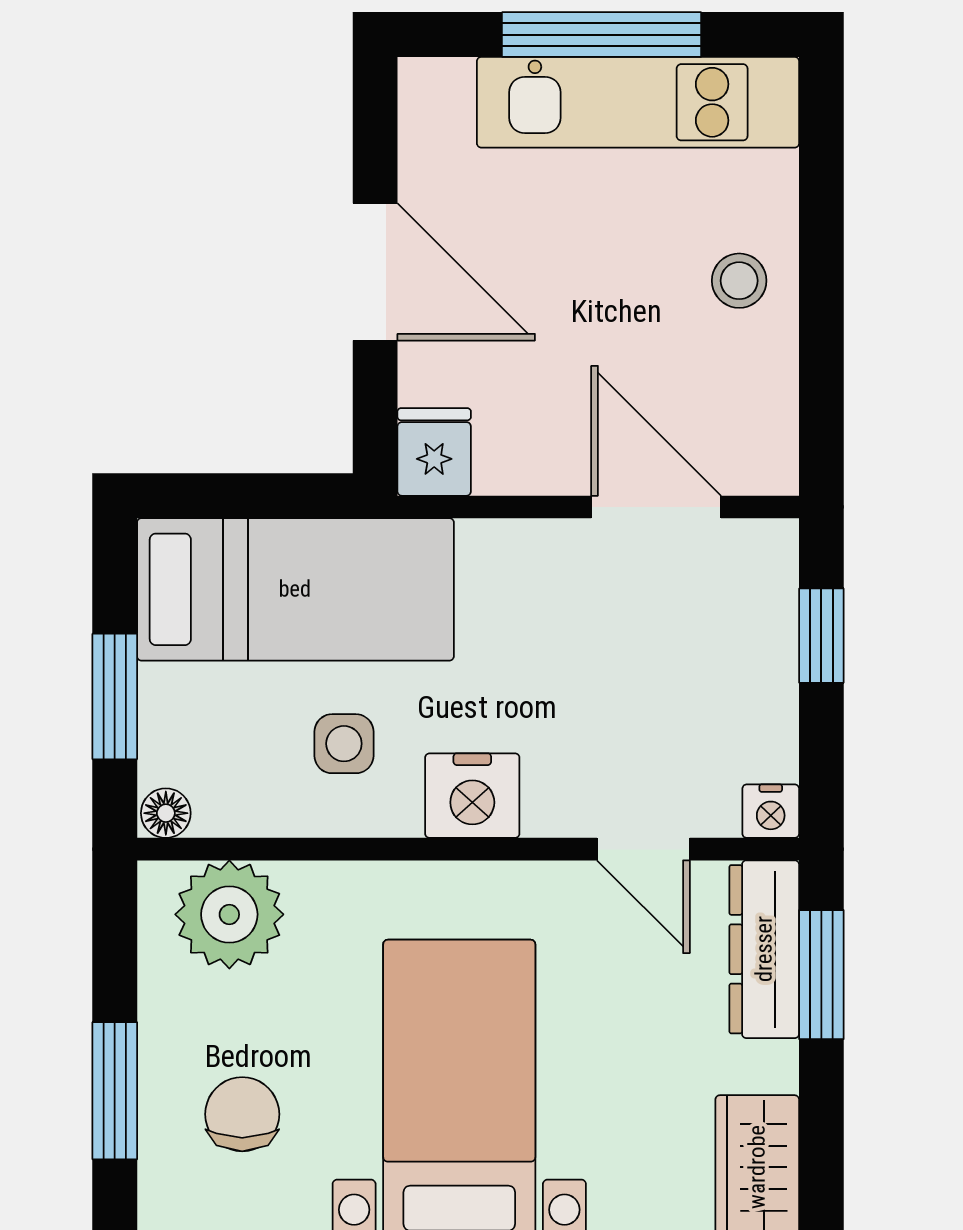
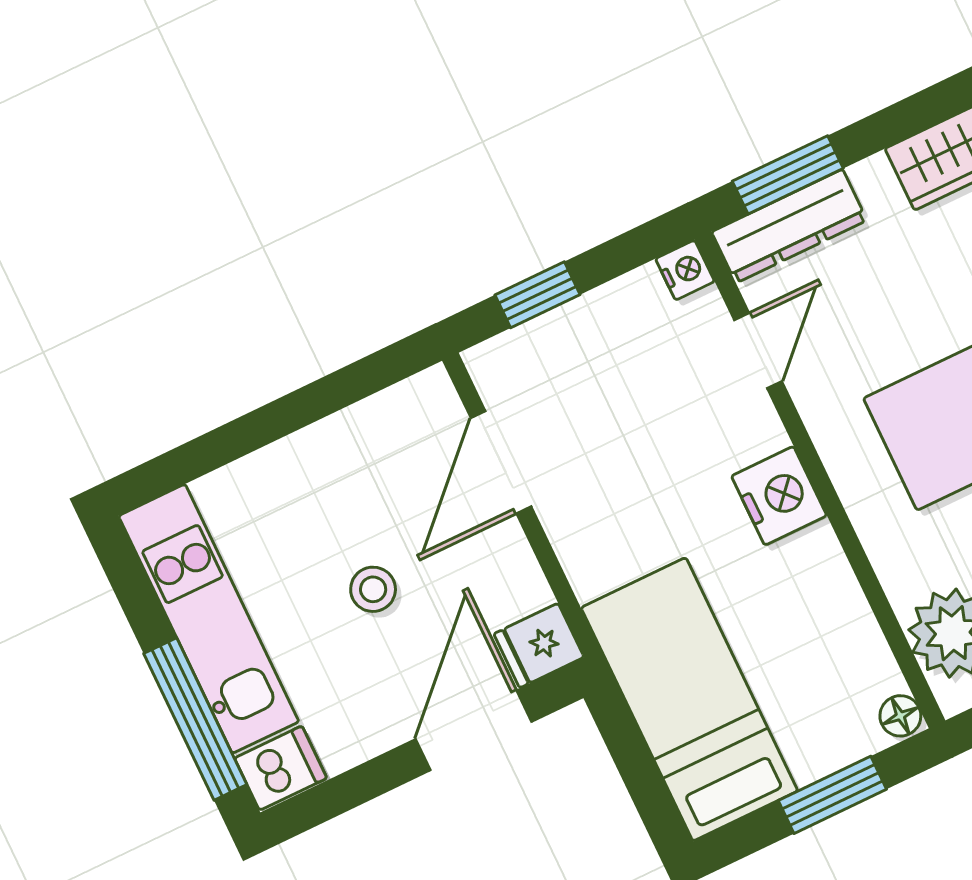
window: (602, 35) -> (195, 719), moved
dishwasher: (435, 103) -> (281, 768), added
door: (375, 272) -> (474, 730), moved
stool: (739, 281) -> (373, 589), moved
side table: (344, 744) -> (786, 609), removed

